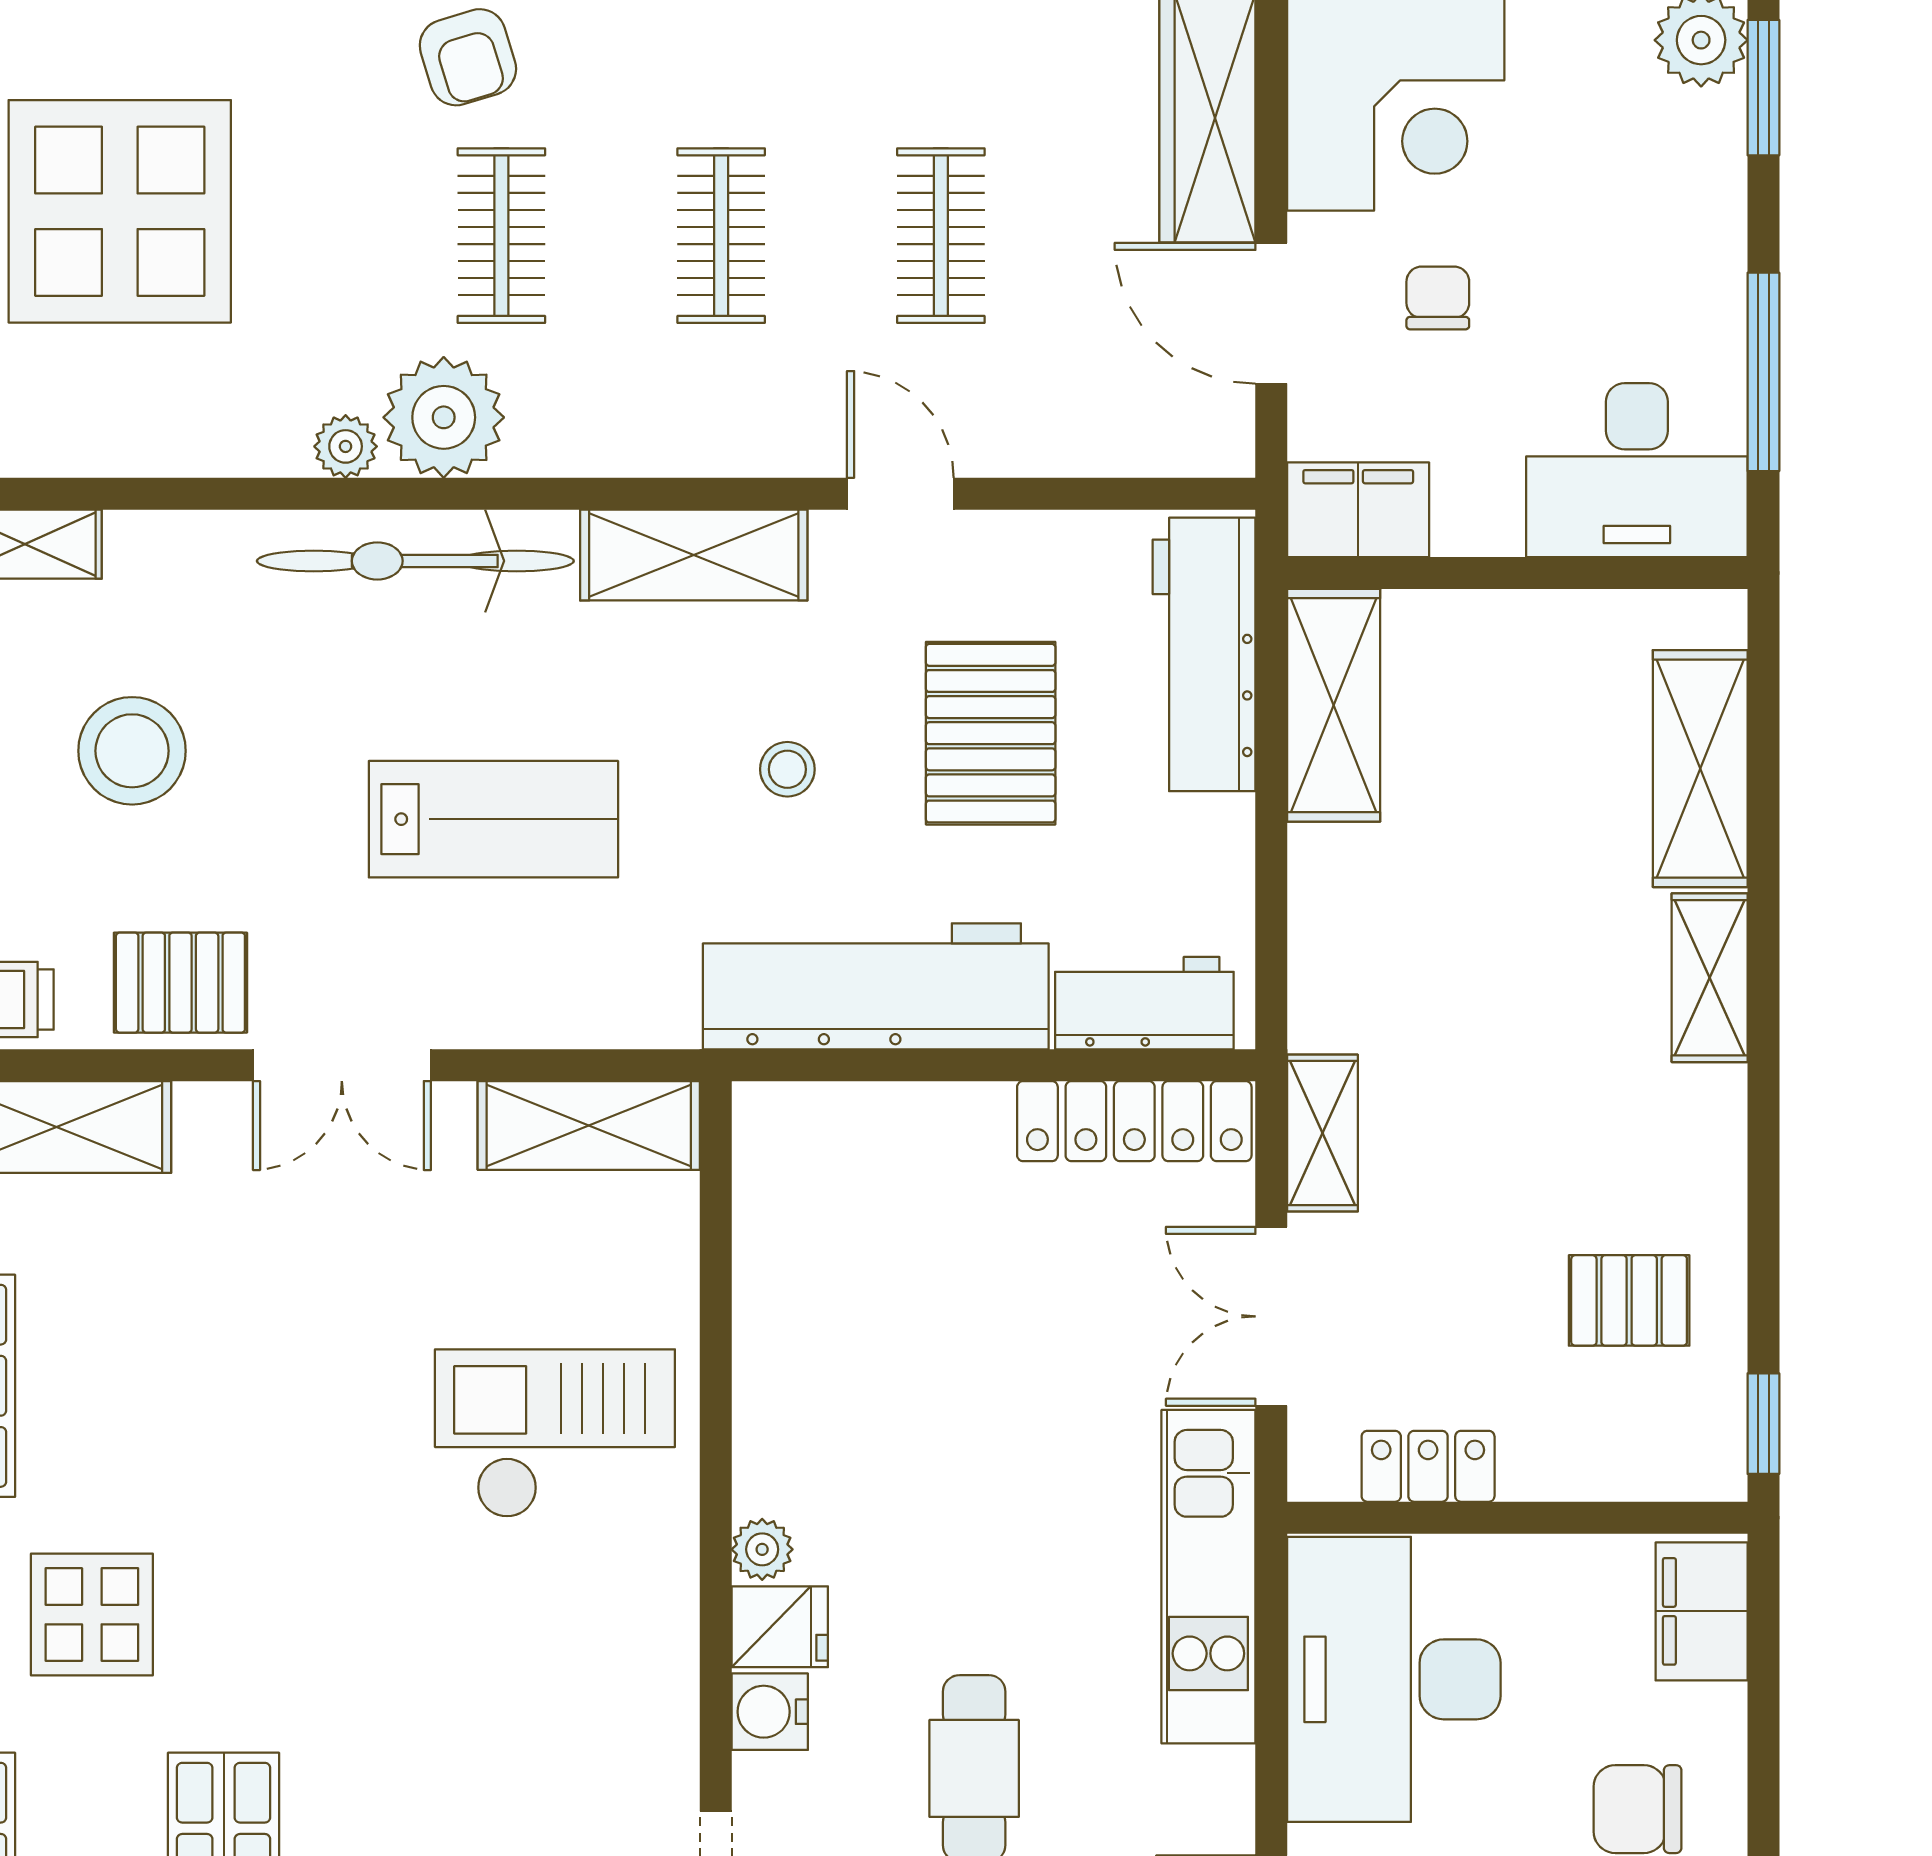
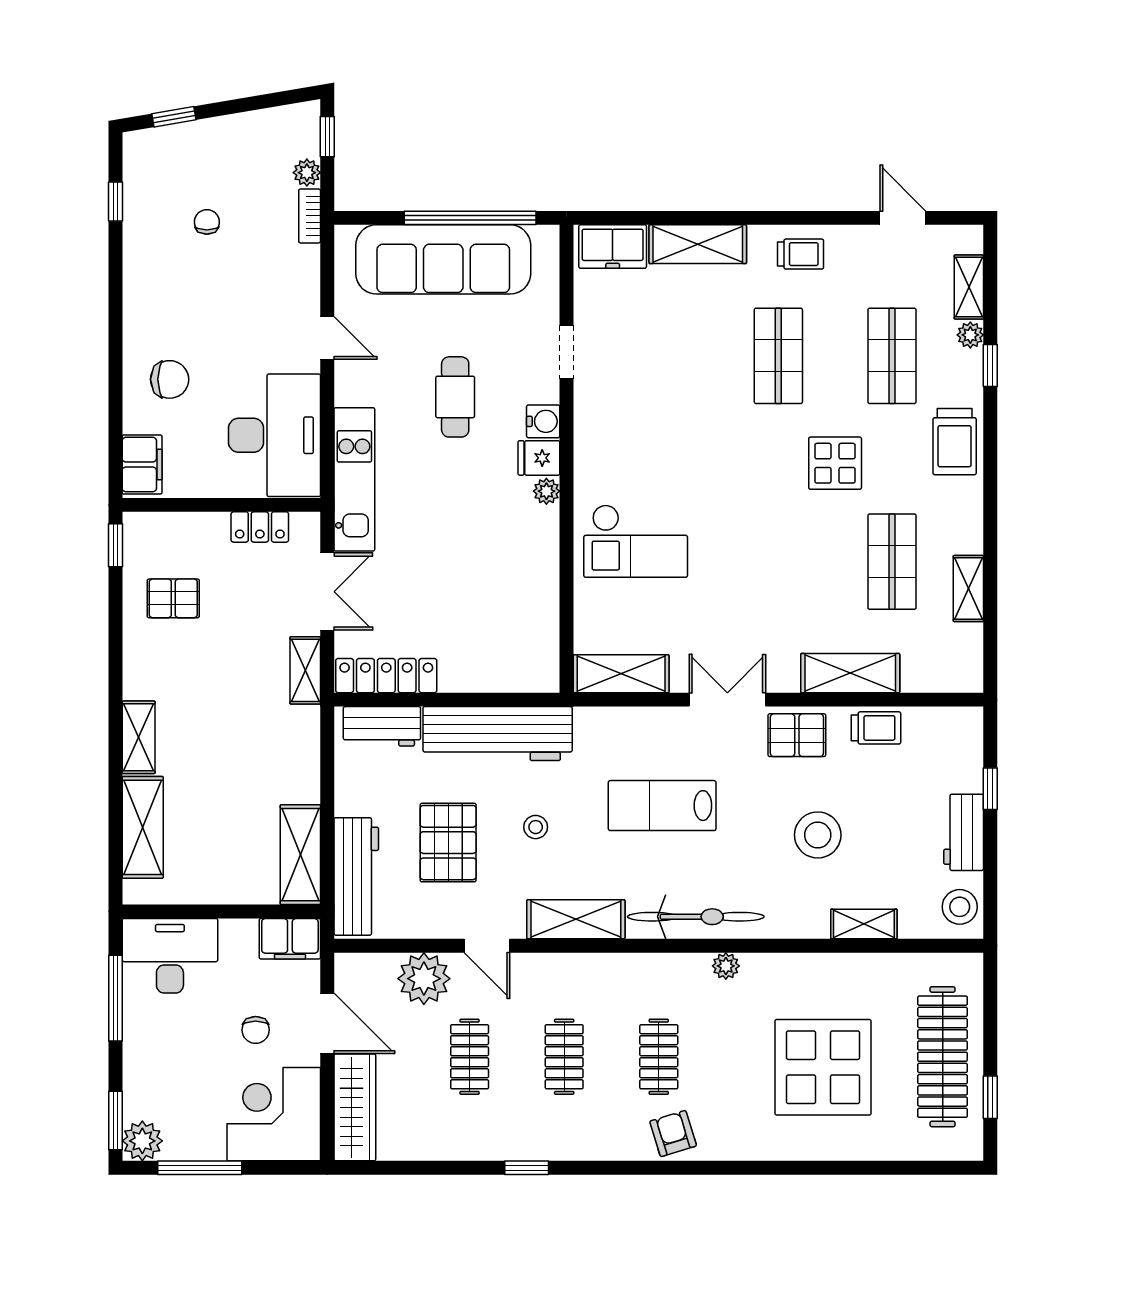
plant: (444, 417) -> (424, 979), moved

